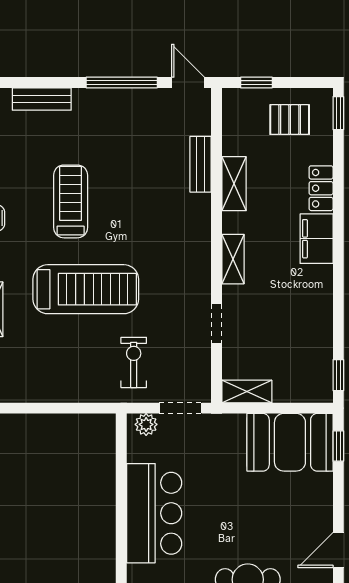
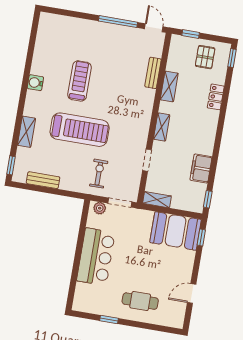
bench: (42, 99) -> (43, 180), moved
pallet: (290, 120) -> (205, 57), turned 90
filing cabinet: (317, 239) -> (201, 168), moved

